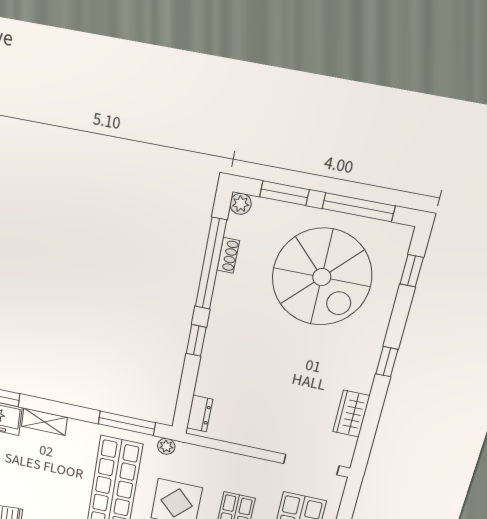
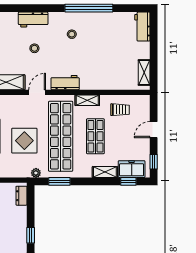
window: (127, 423) -> (59, 181), width x0.69
shop shelf: (53, 483) -> (95, 136), added

